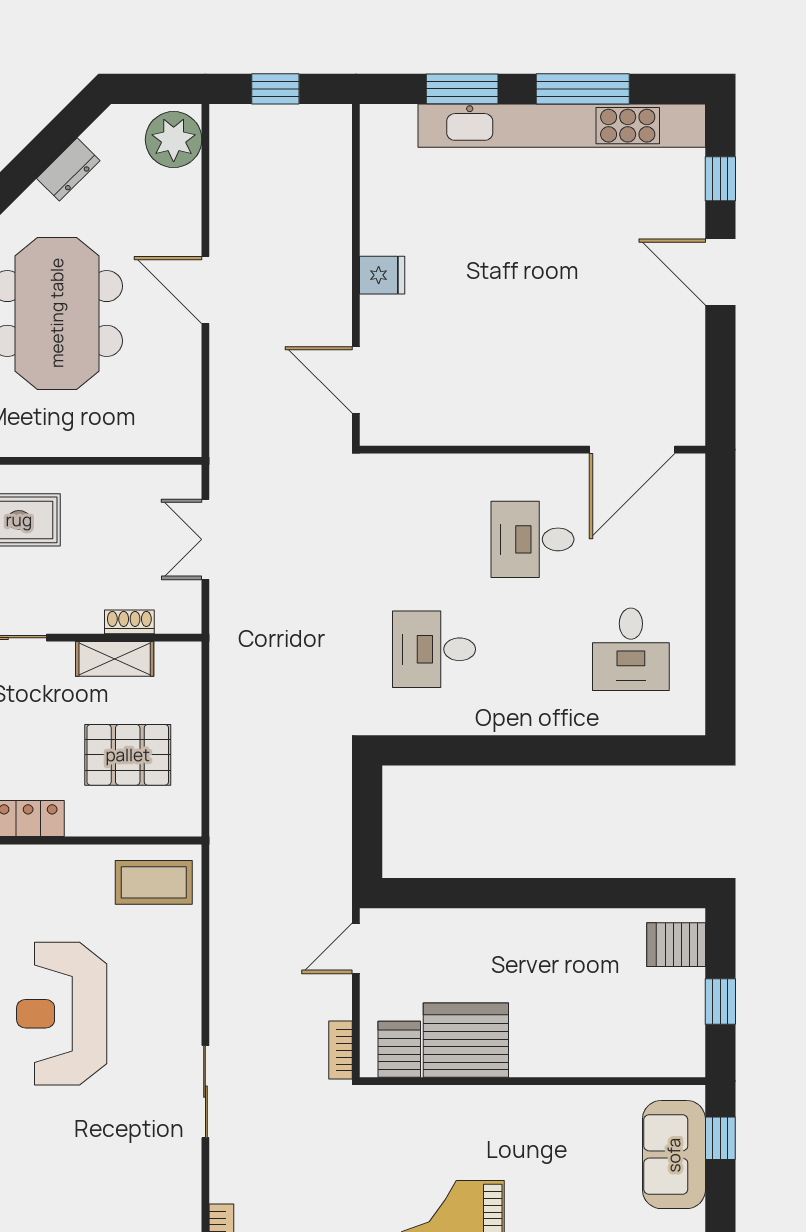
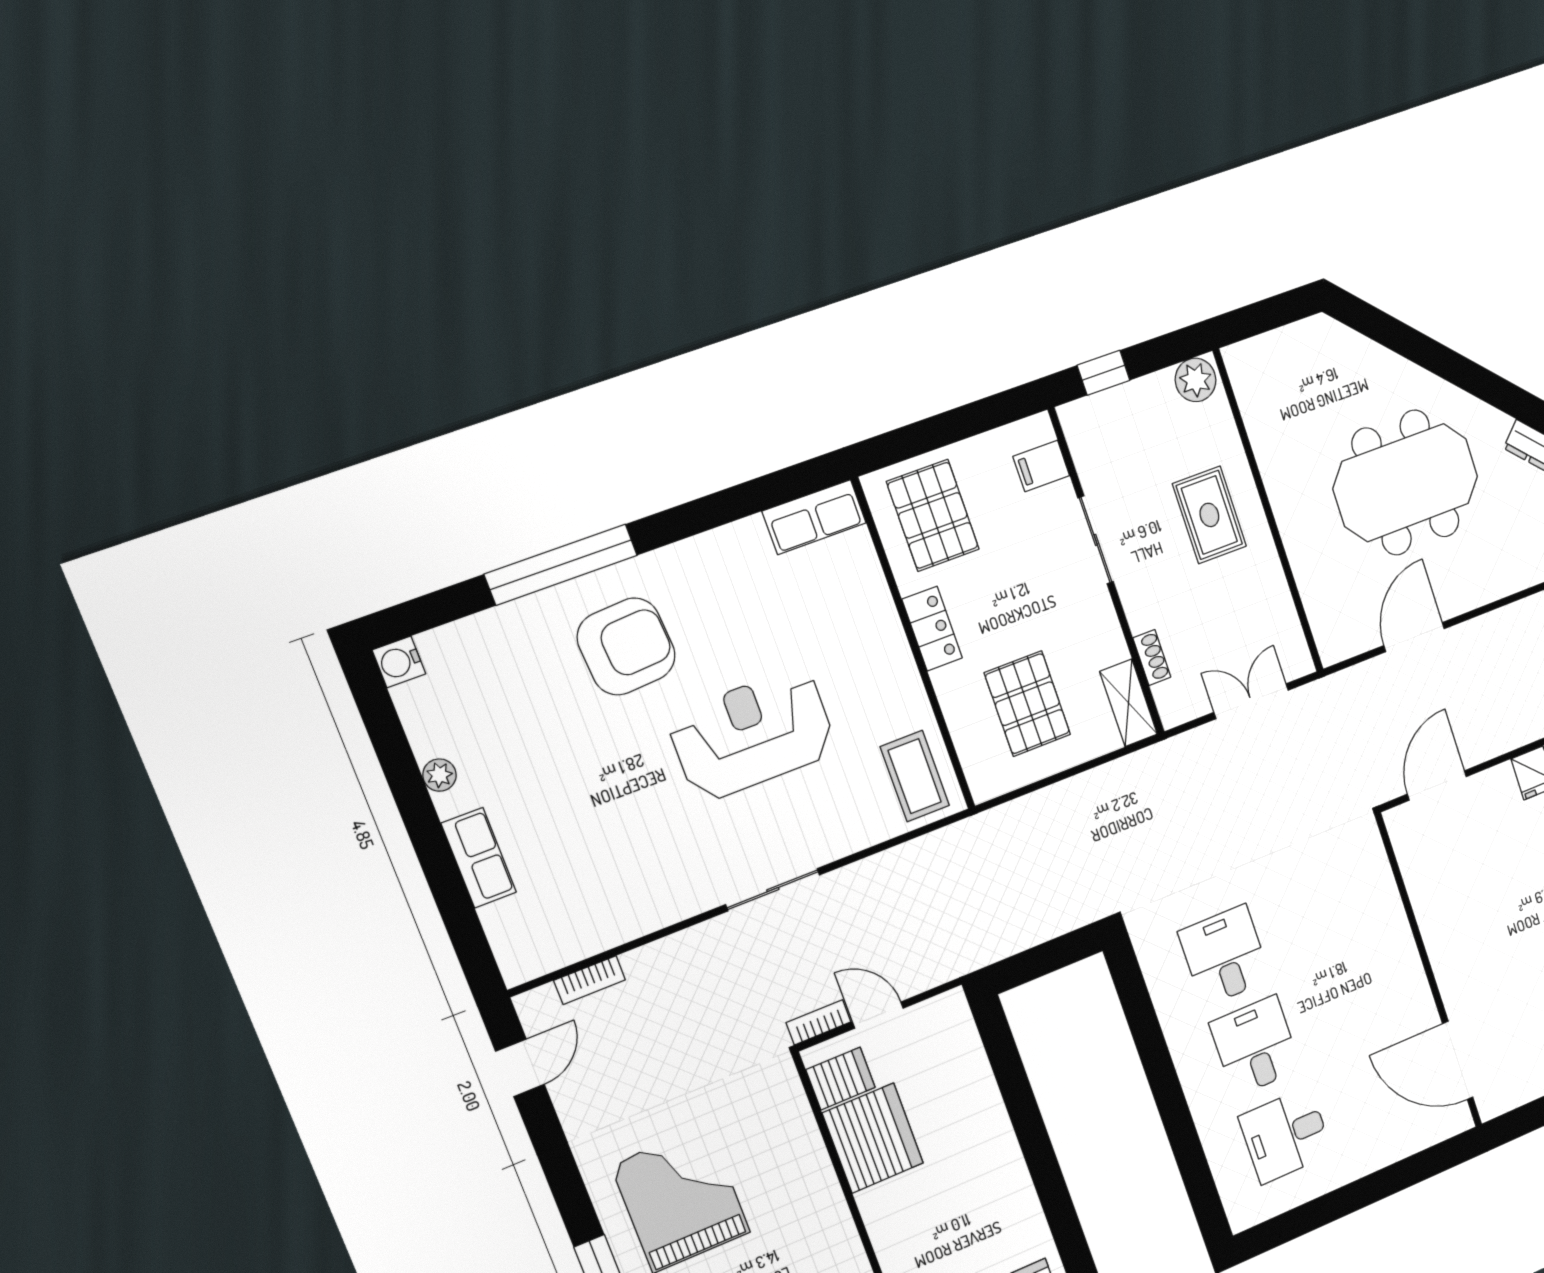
door: (205, 290) -> (1414, 637), moved
desk: (532, 539) -> (1255, 1046), moved
shelving: (115, 659) -> (1129, 703), moved
door: (356, 948) -> (878, 1015), moved
sliding door: (205, 1092) -> (773, 890), moved

